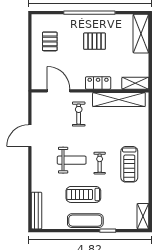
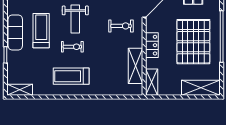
pallet: (95, 41) -> (193, 42), width x2.05, depth x2.00
shelving: (119, 100) -> (135, 66), width x0.68

